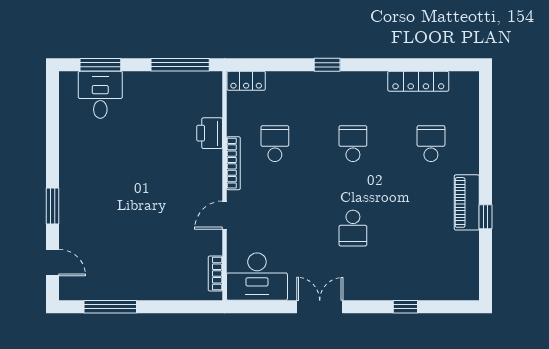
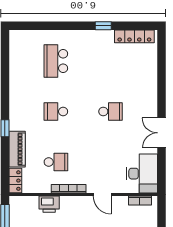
locker: (418, 81) -> (134, 36), moved, turned 90
school desk: (275, 144) -> (56, 162), turned 180
school desk: (431, 144) -> (56, 61), width x1.85
piano: (467, 202) -> (17, 149), moved, turned -90
window: (405, 307) -> (161, 78), removed

